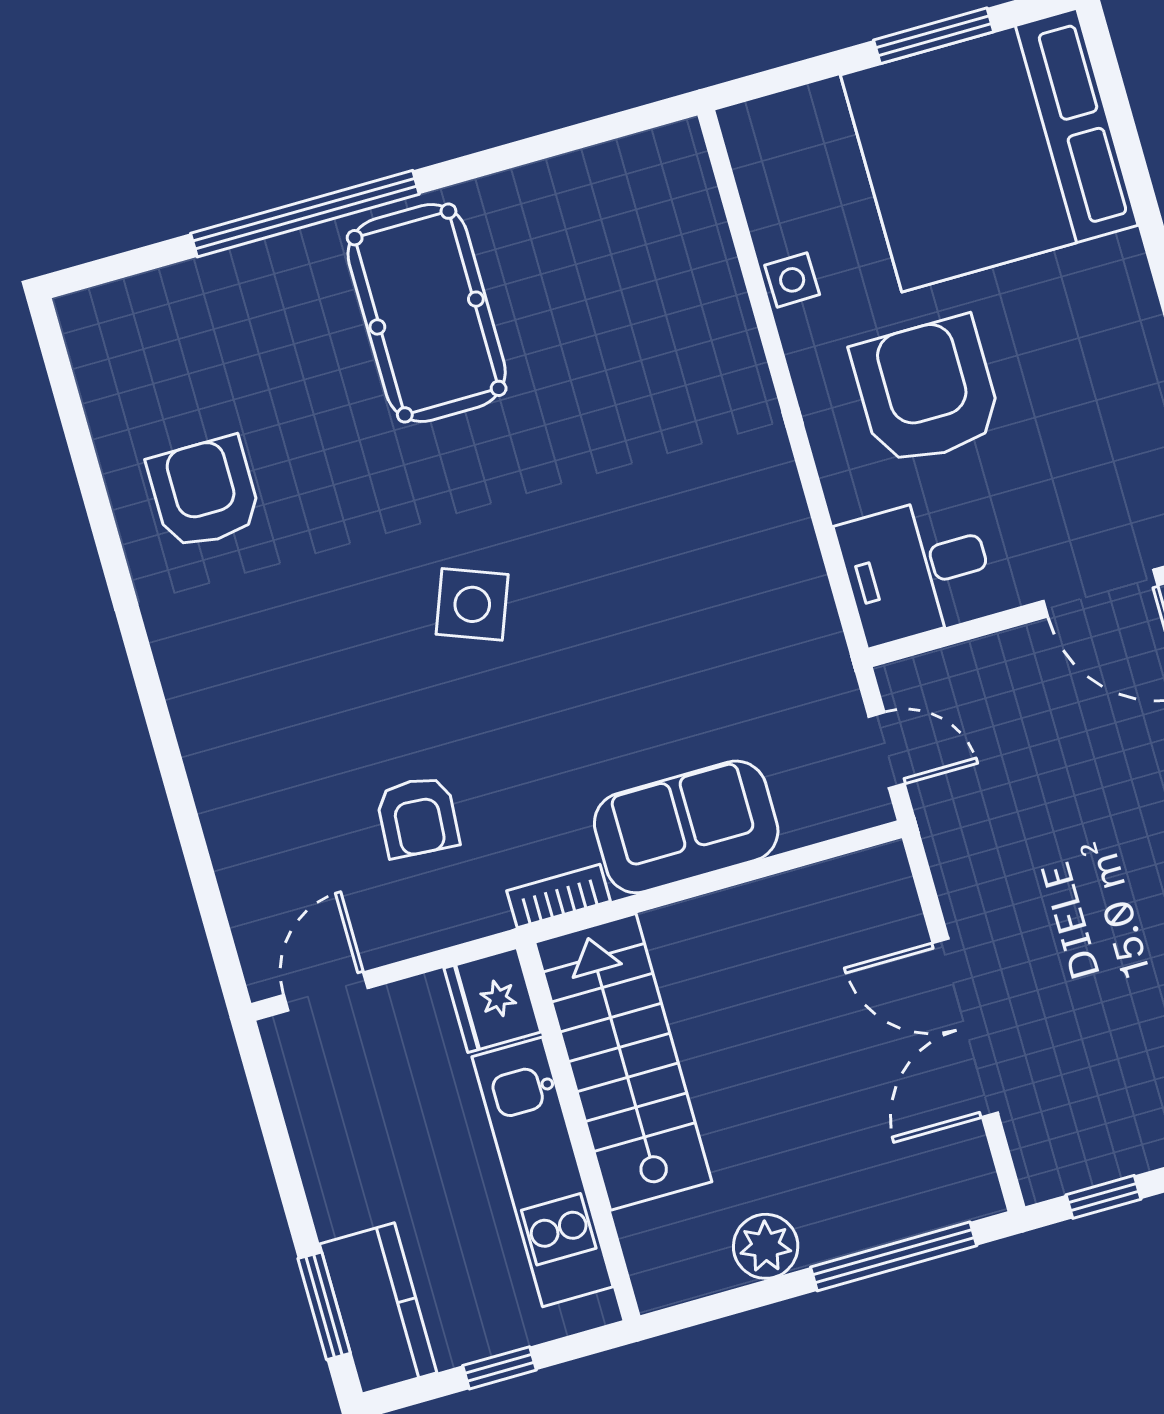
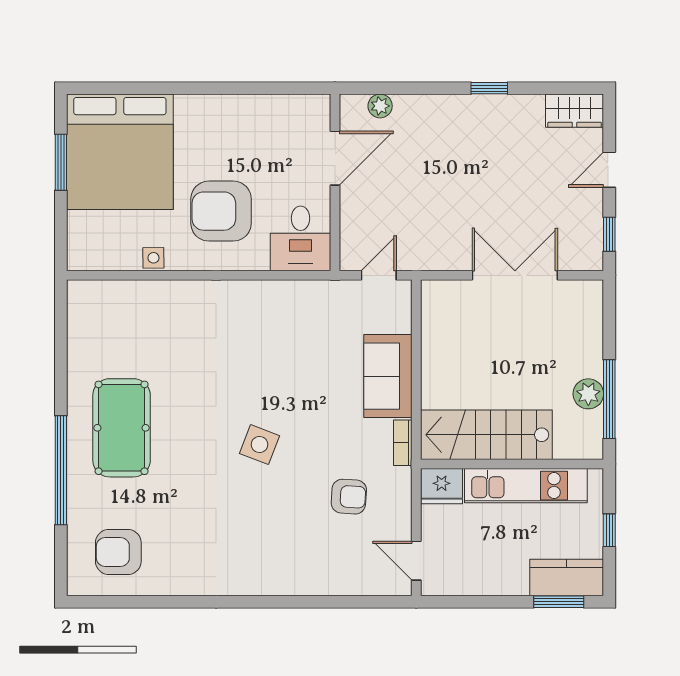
pool table: (427, 313) -> (122, 428), turned 90
armchair: (204, 493) -> (118, 552), moved
double door: (965, 1028) -> (515, 275), swing flipped
window: (894, 1256) -> (609, 399), moved

